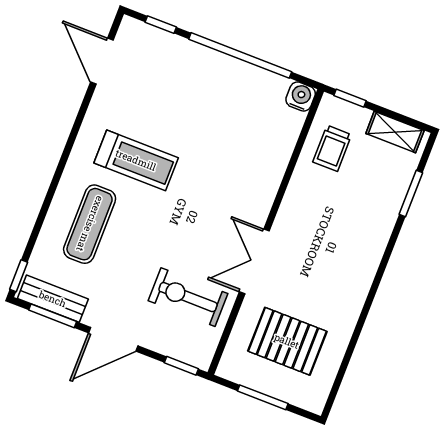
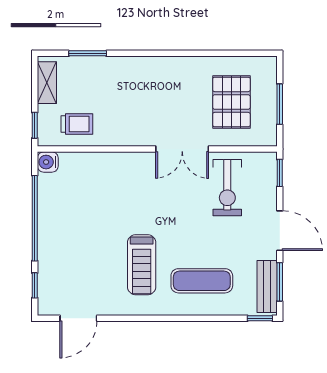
treadmill: (136, 160) -> (142, 265), turned 180

